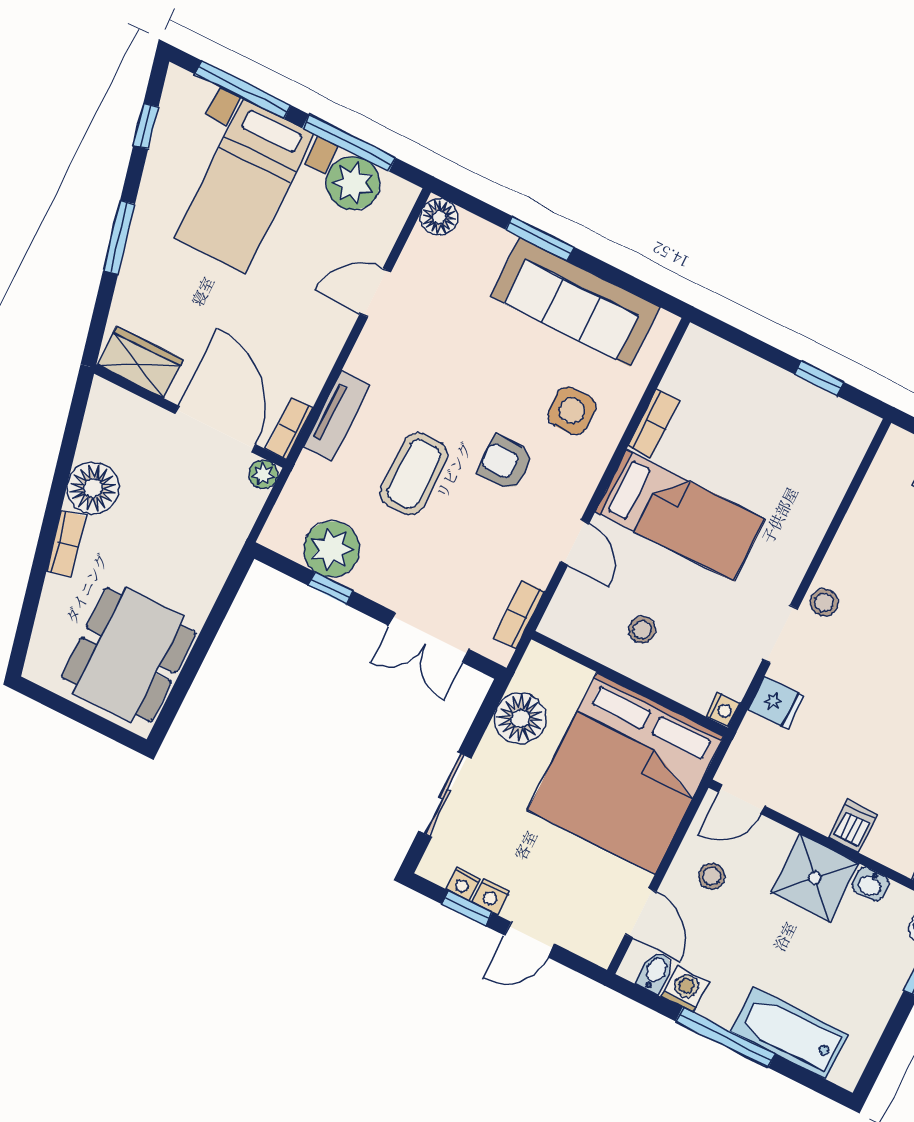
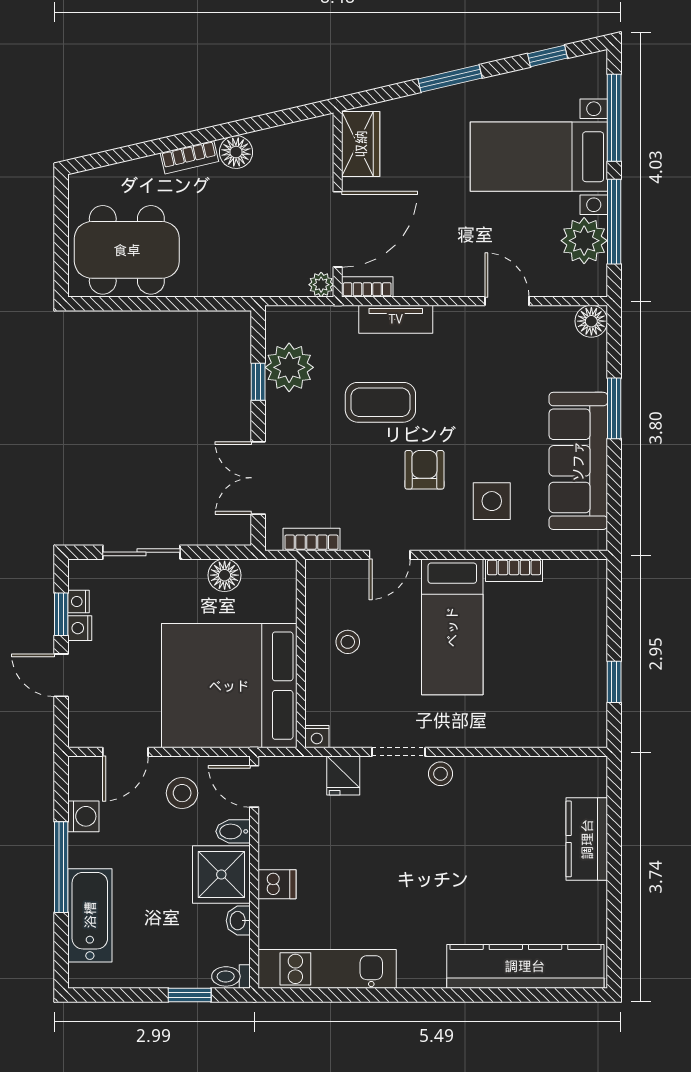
floor lamp: (93, 488) -> (236, 152), width x0.73, depth x0.73
floor lamp: (520, 718) -> (225, 575), width x0.73, depth x0.73
stool: (712, 876) -> (182, 793), width x1.37, depth x1.37
bidet: (655, 972) -> (233, 831), moved, turned 180

